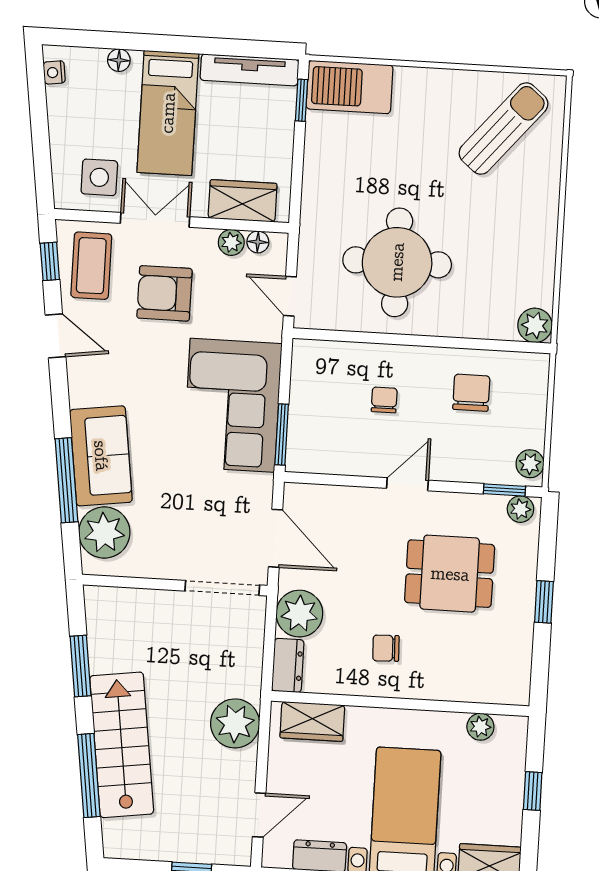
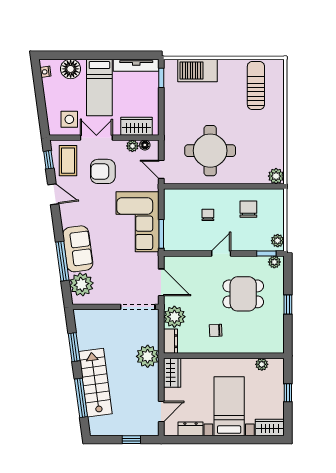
floor lamp: (119, 60) -> (71, 69), width x1.89, depth x1.89
barbecue: (350, 87) -> (197, 70), moved
sun lounger: (503, 129) -> (256, 85), turned -40
wardrobe: (312, 721) -> (172, 373), moved, turned -90
plant: (235, 723) -> (148, 356), moved

